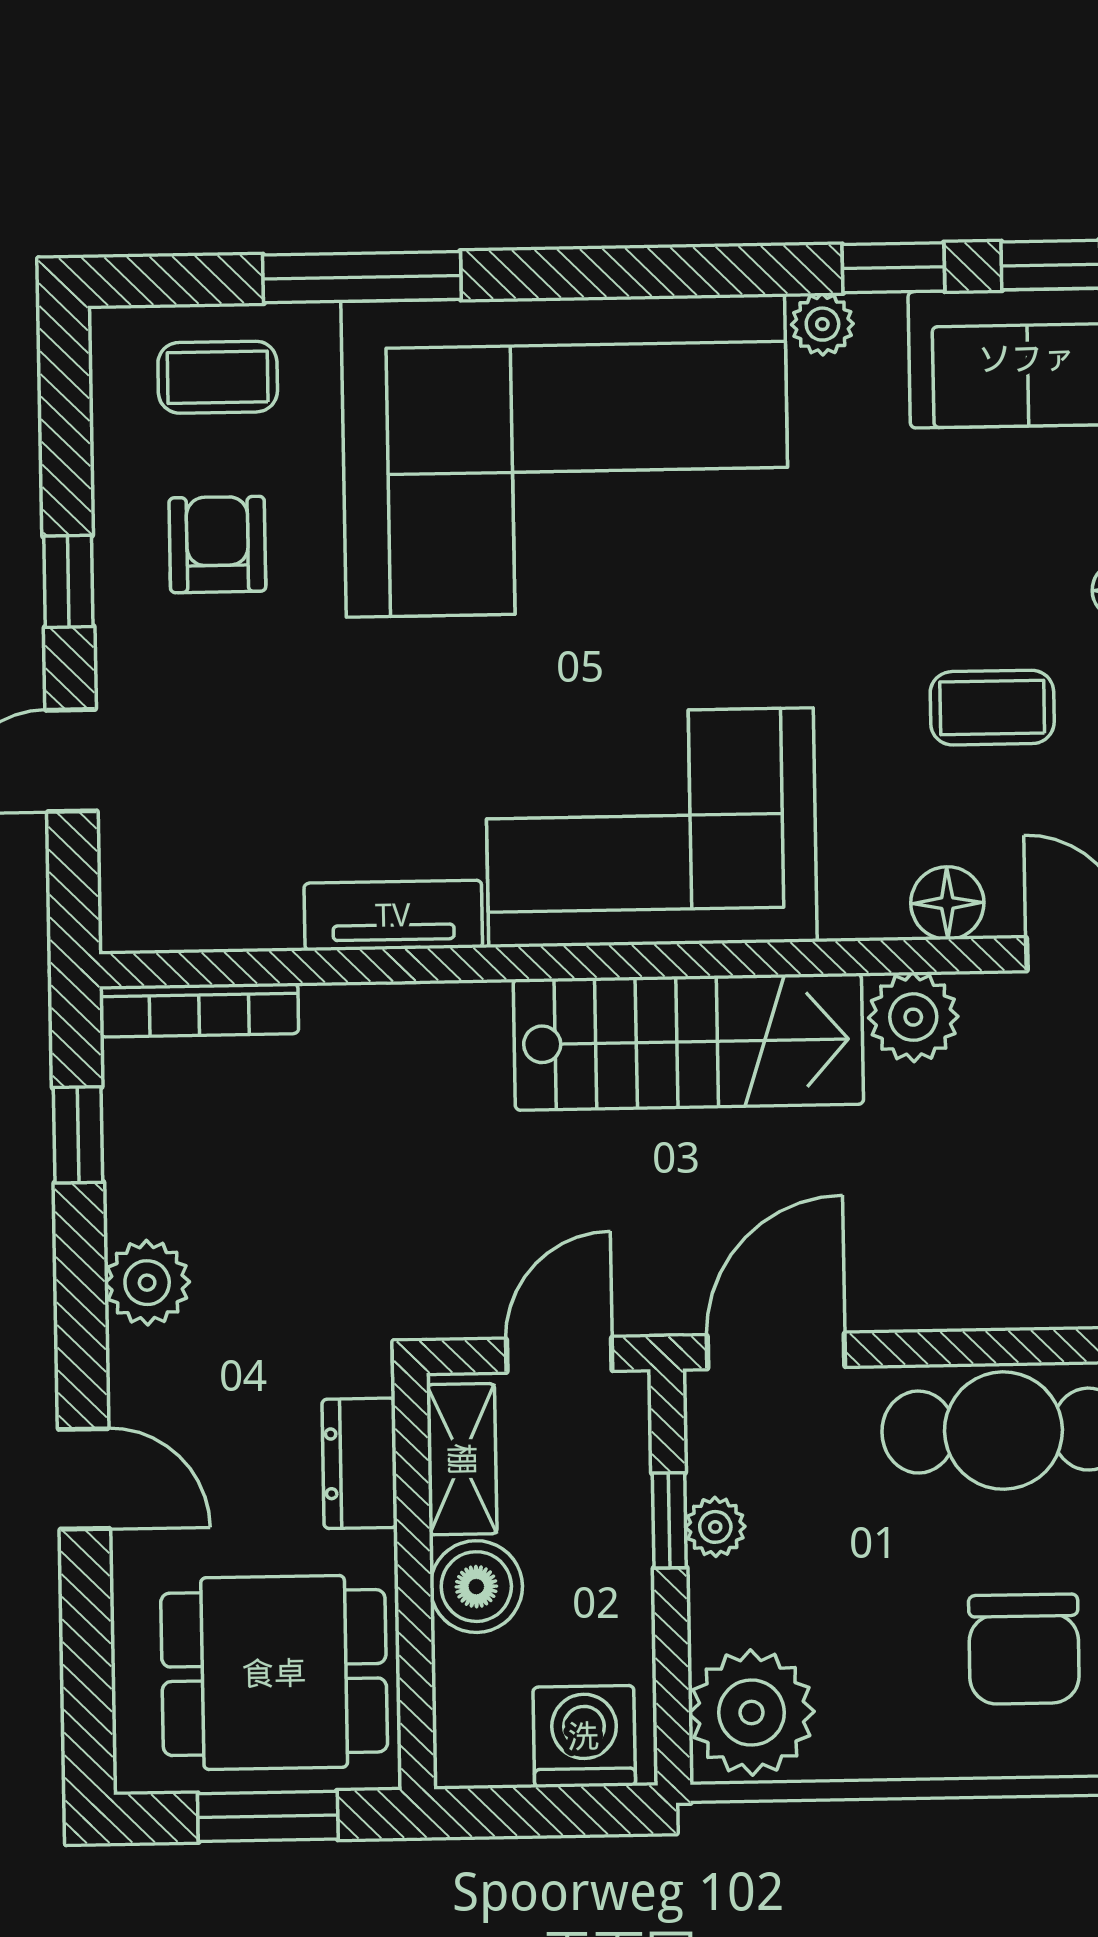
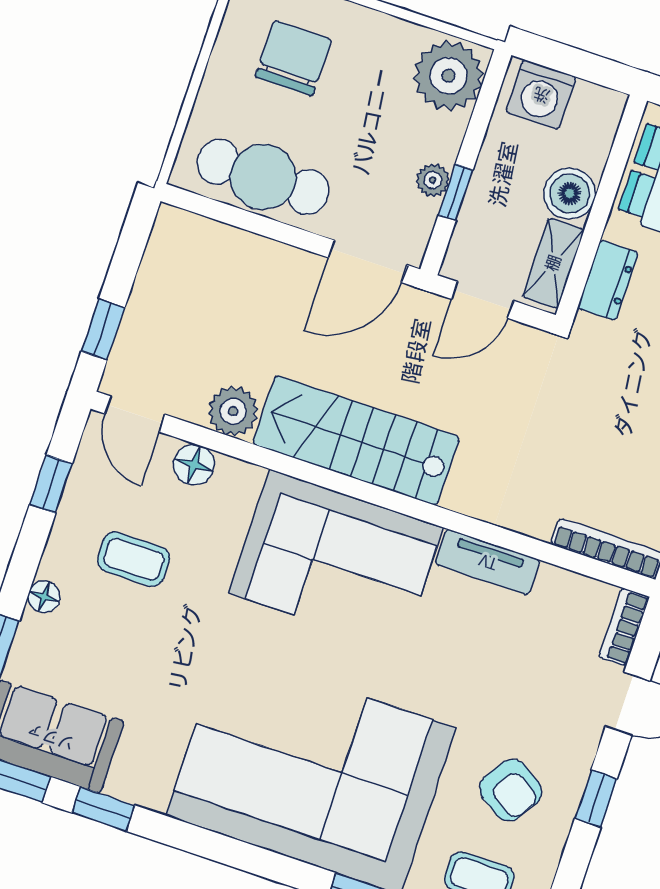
plant: (822, 324) -> (151, 793), removed
armchair: (217, 545) -> (511, 790), turned -57
bookcase: (124, 888) -> (624, 627), added

